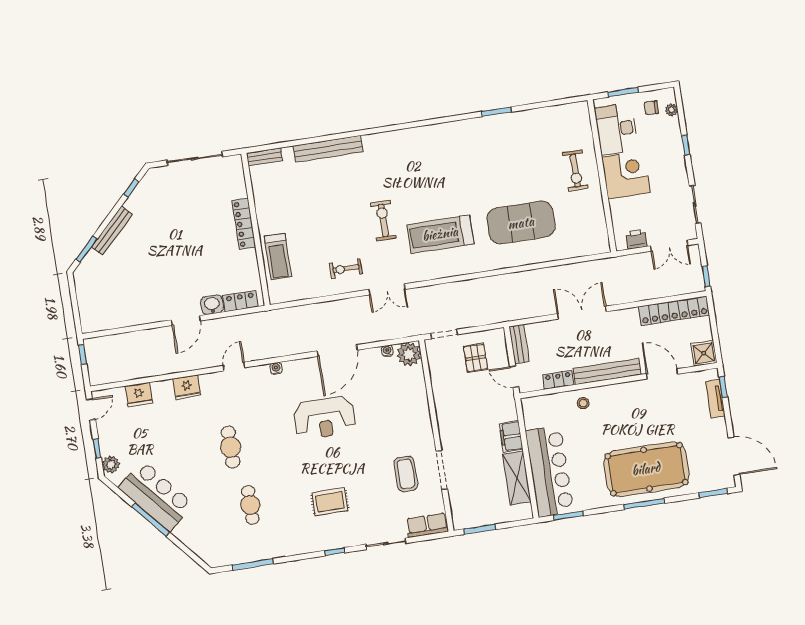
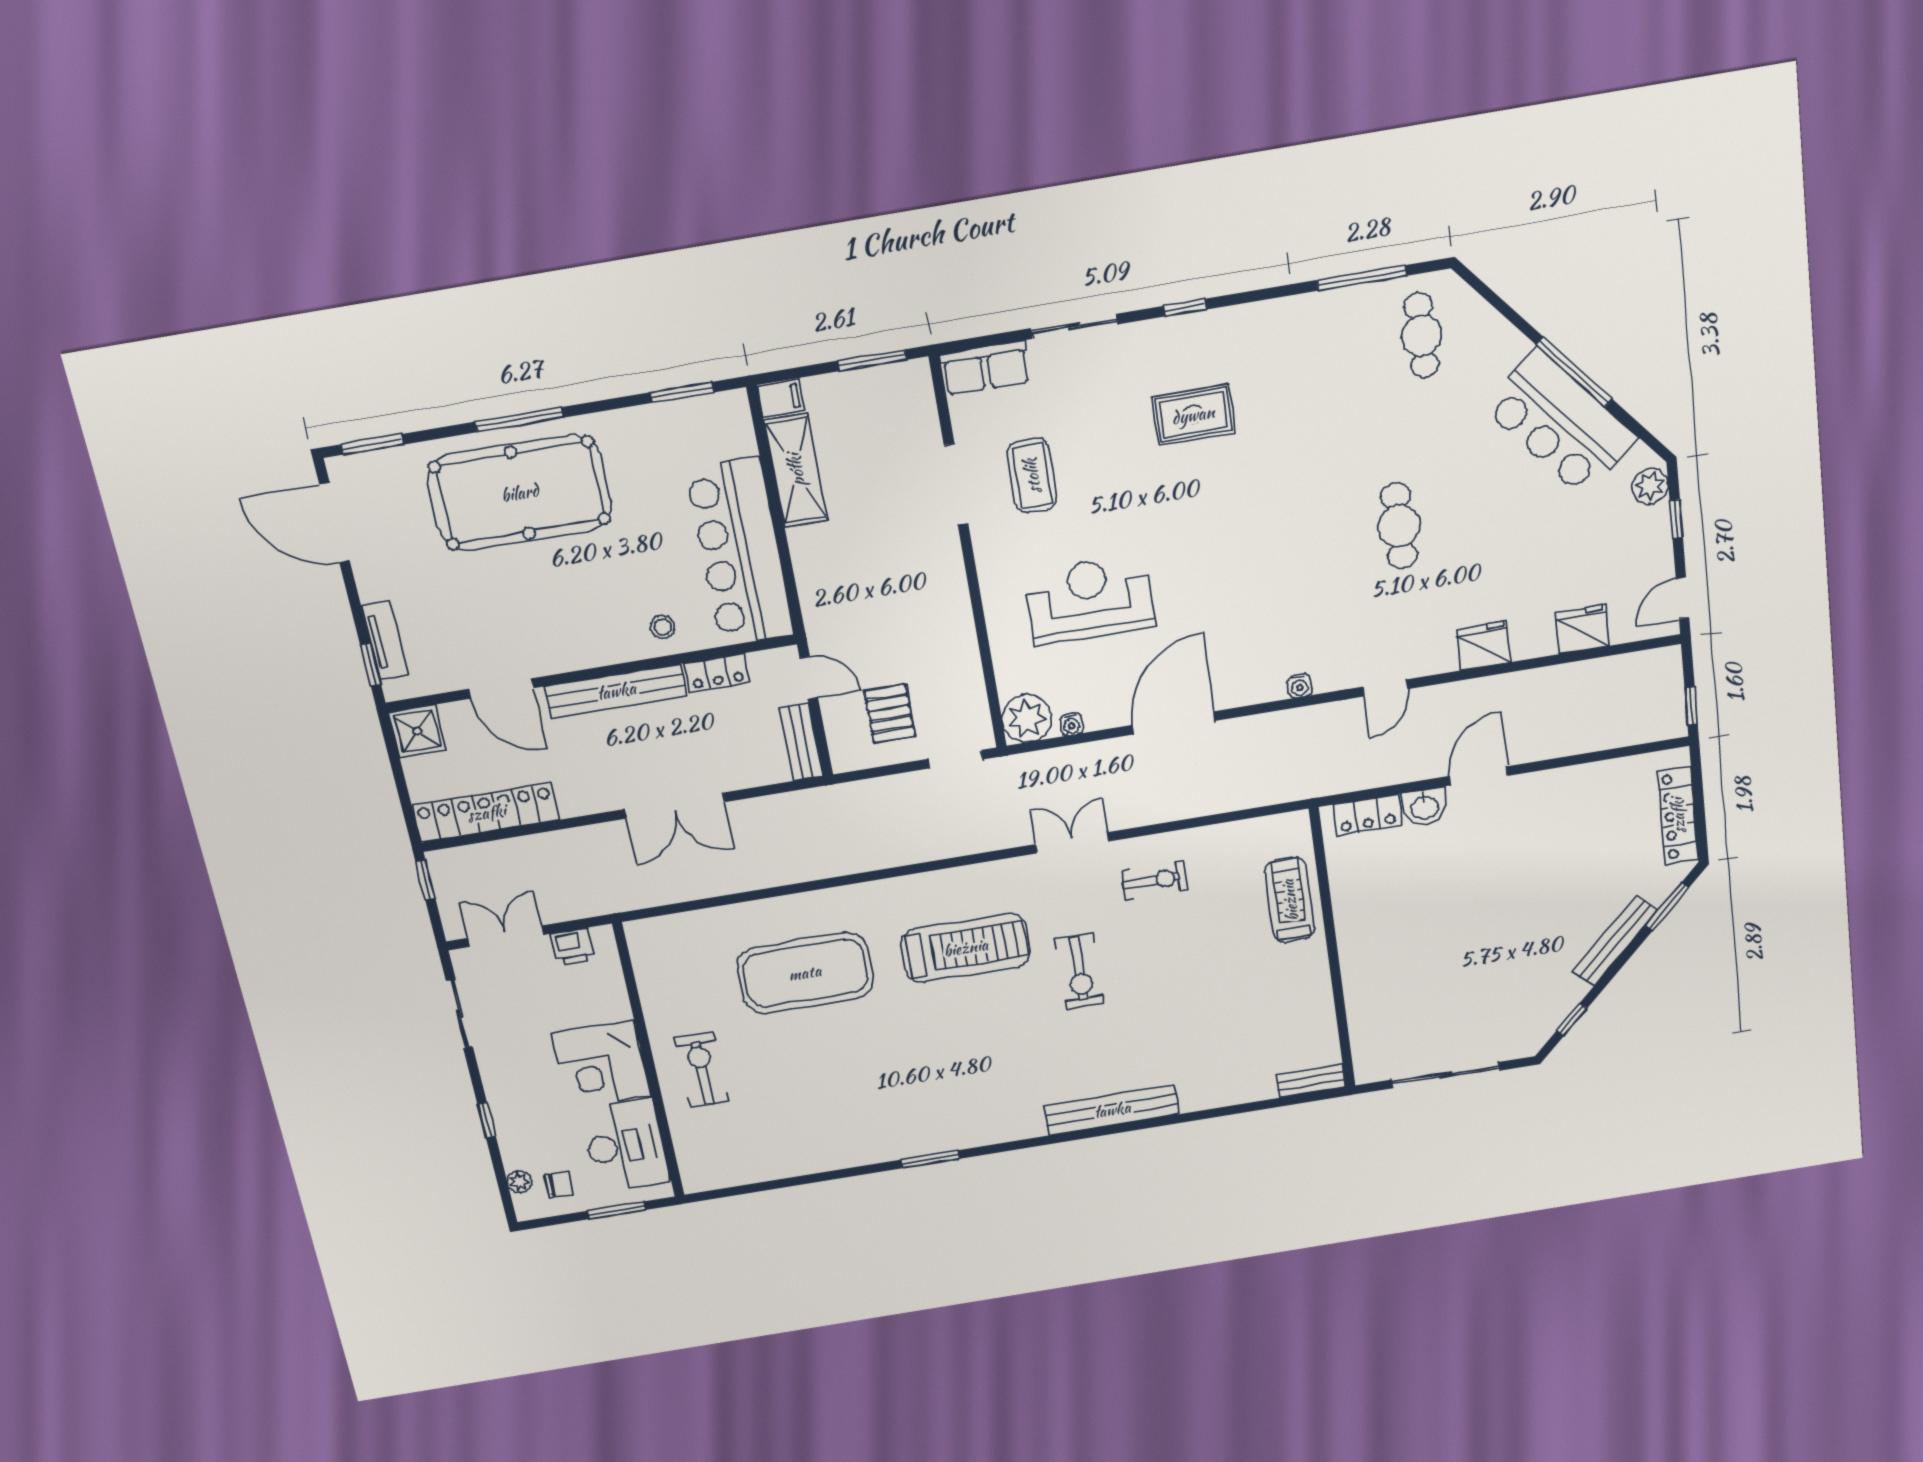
window: (496, 112) -> (930, 1159), moved
bench: (328, 149) -> (1112, 1110), moved
locker: (244, 224) -> (1678, 816), moved, turned 180
reception desk: (325, 418) -> (1090, 599), moved
filing cabinet: (511, 436) -> (781, 398), moved, width x0.50
bar counter: (550, 471) -> (740, 552), moved
cafe table: (250, 505) -> (1422, 335), moved

